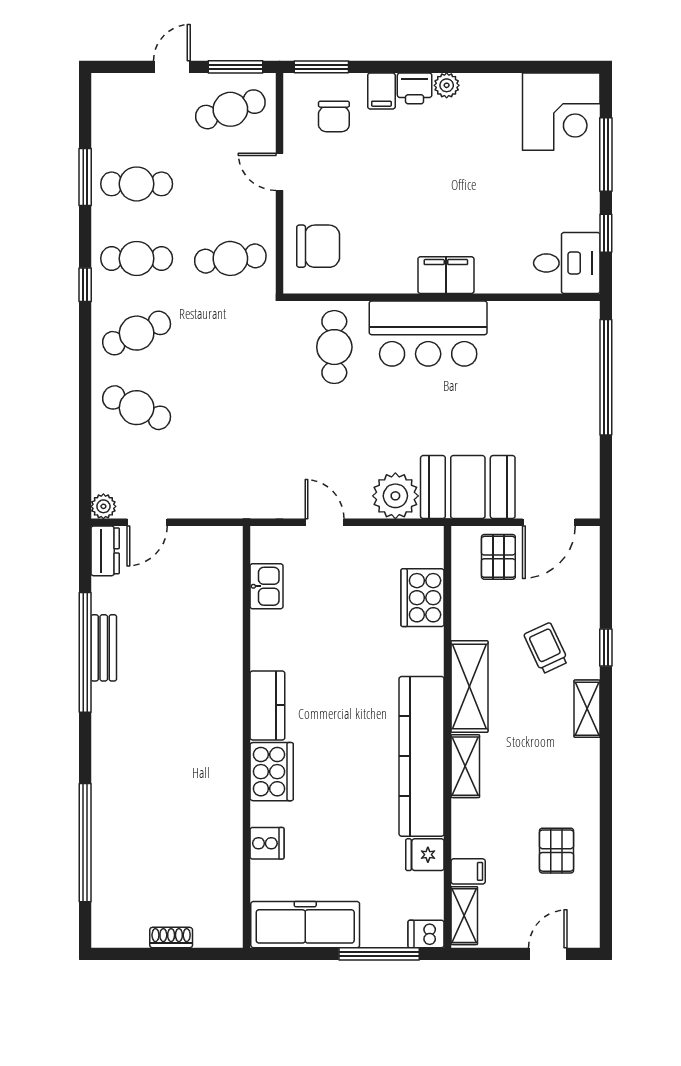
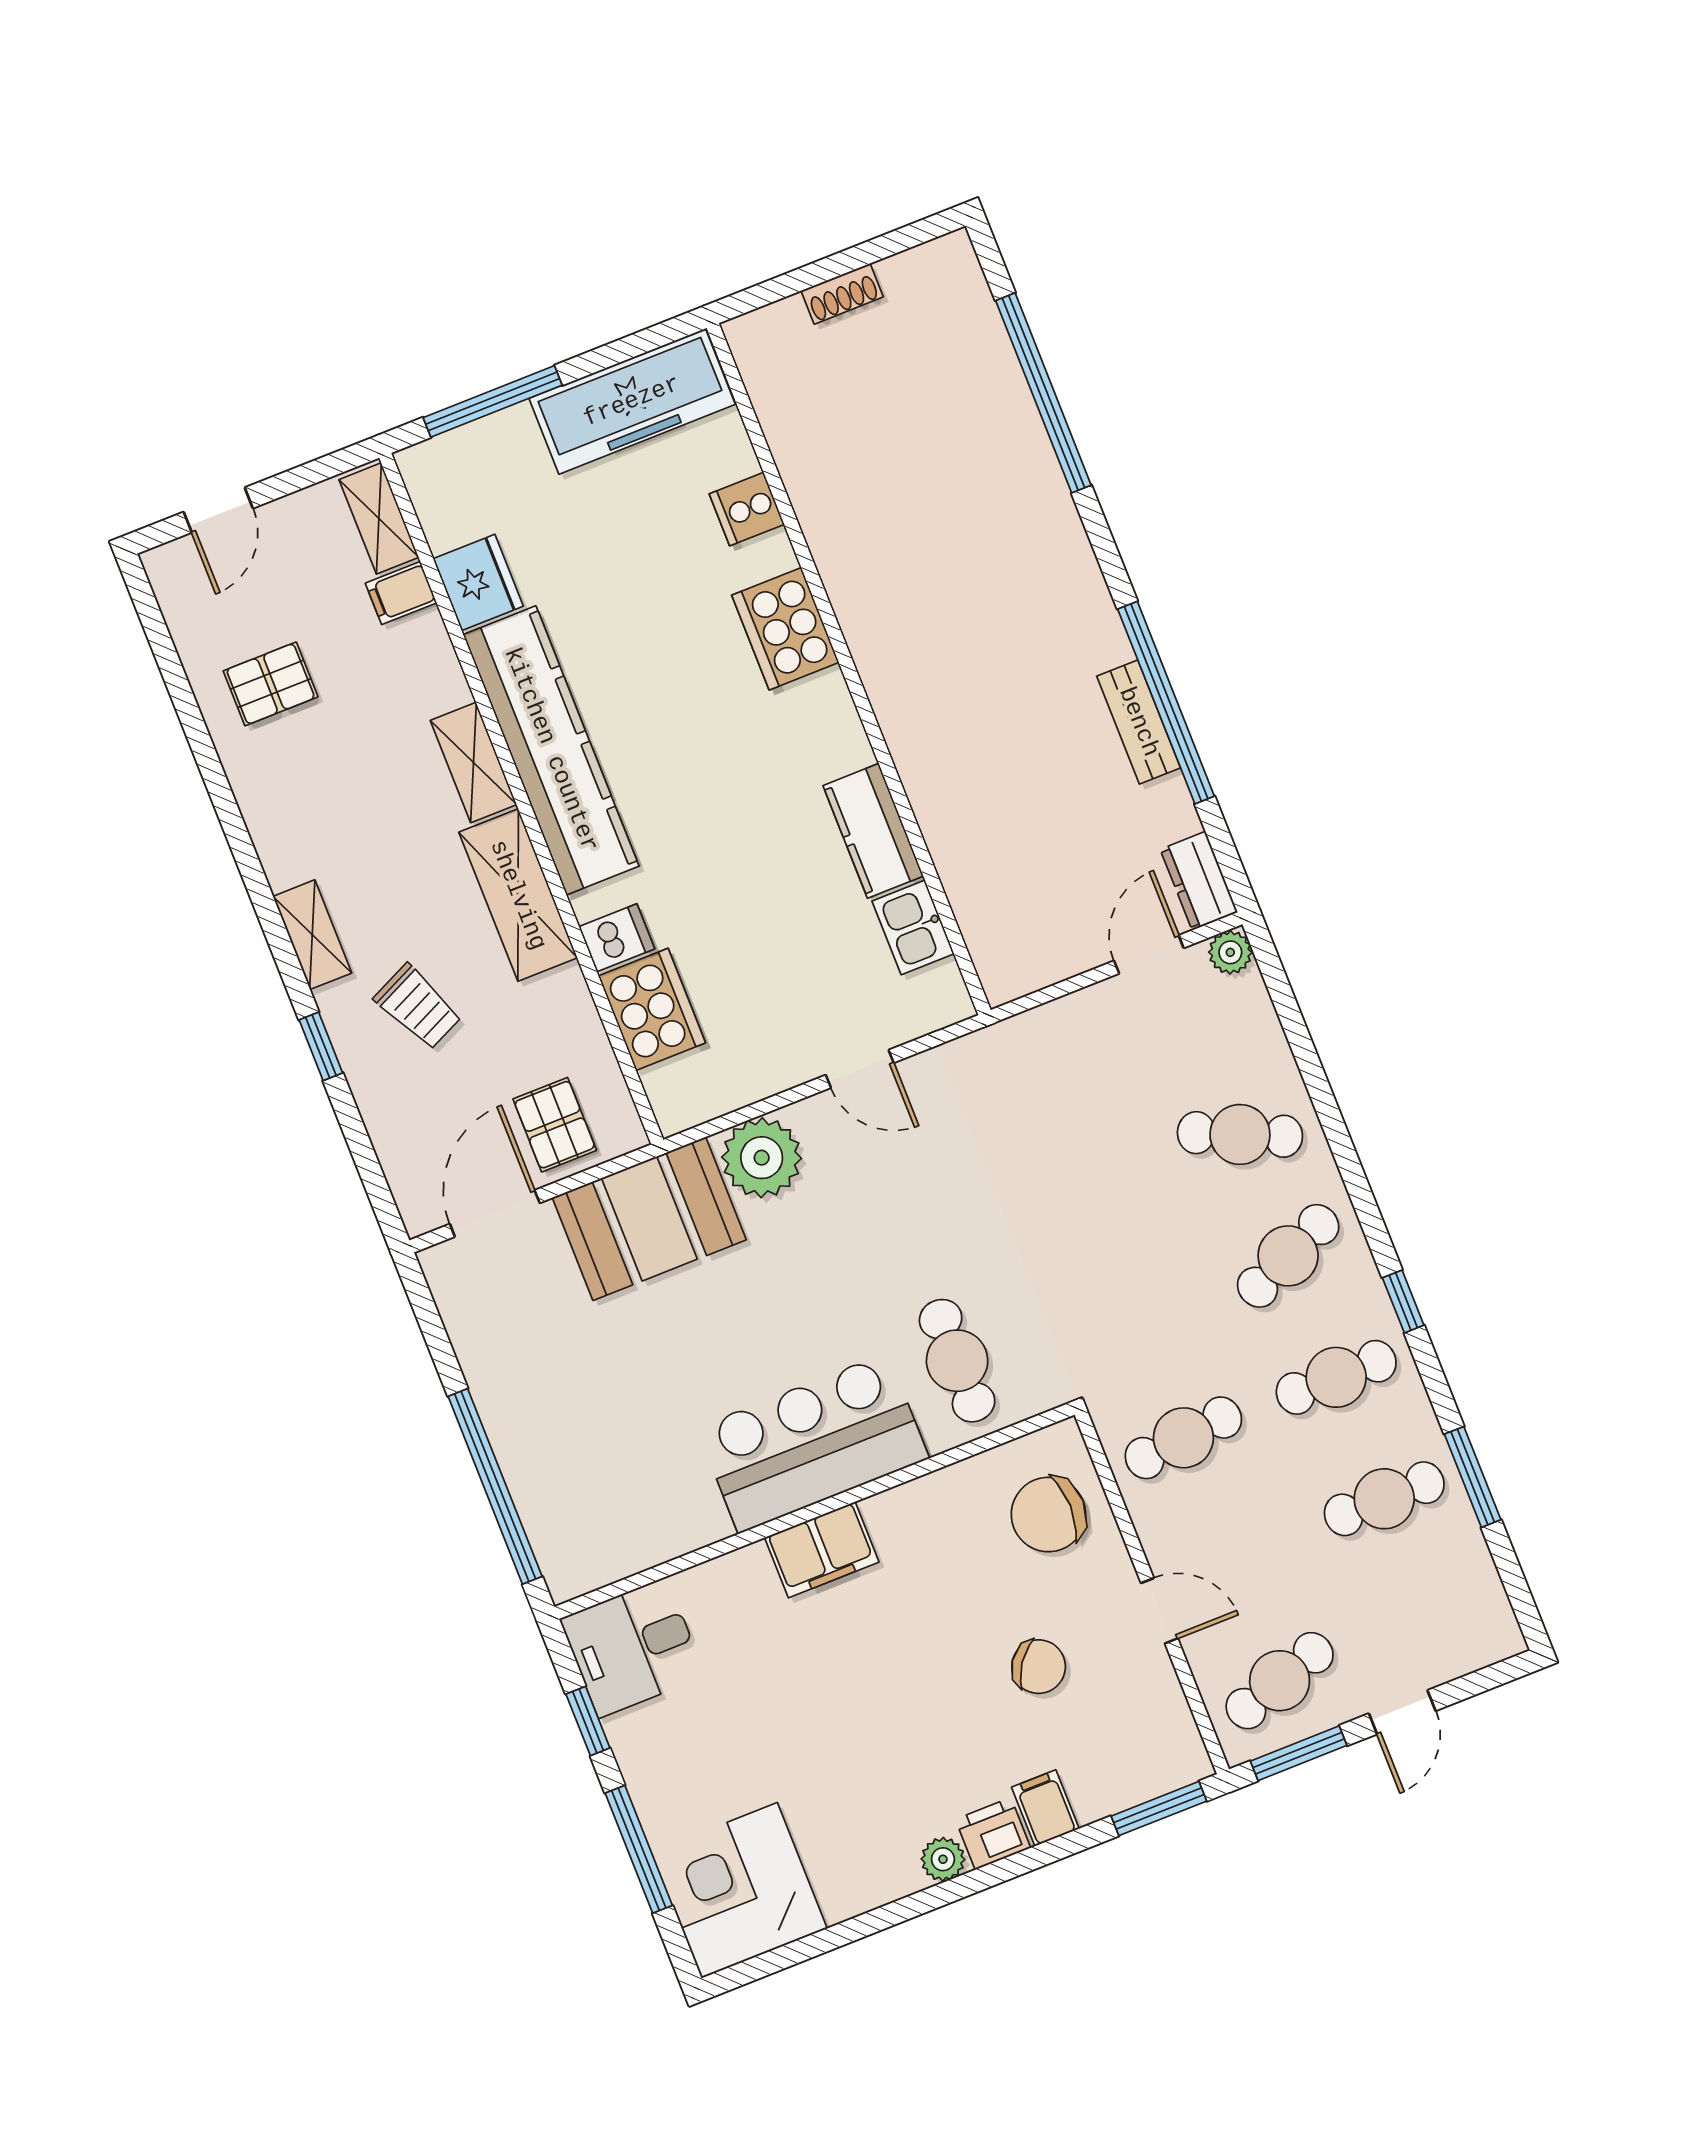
chair: (334, 116) -> (1039, 1667), moved, turned 125
kitchen counter: (267, 705) -> (873, 831), moved
pallet: (557, 851) -> (271, 684), turned 90
fridge: (425, 855) -> (478, 582), width x1.38
dishwasher: (426, 934) -> (617, 938), moved

